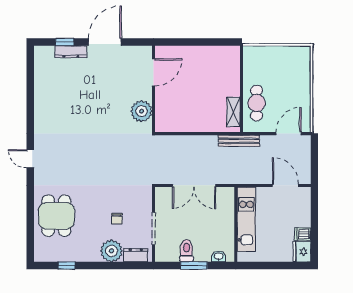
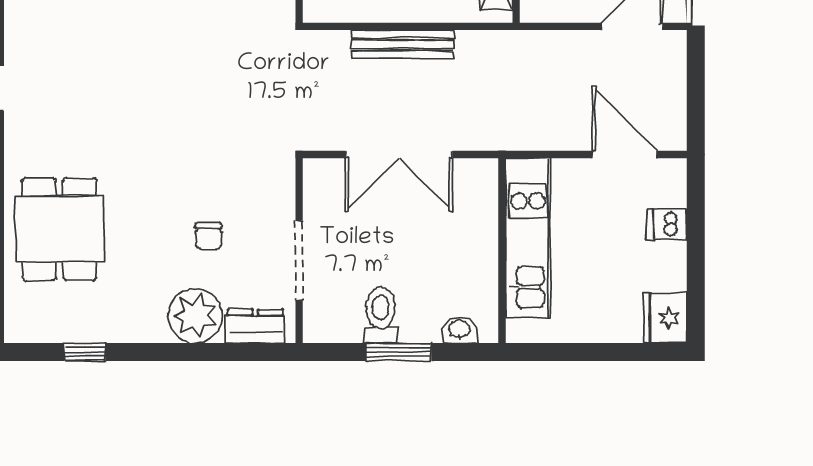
bench: (239, 141) -> (403, 44), moved
dishwasher: (303, 234) -> (667, 224), moved

